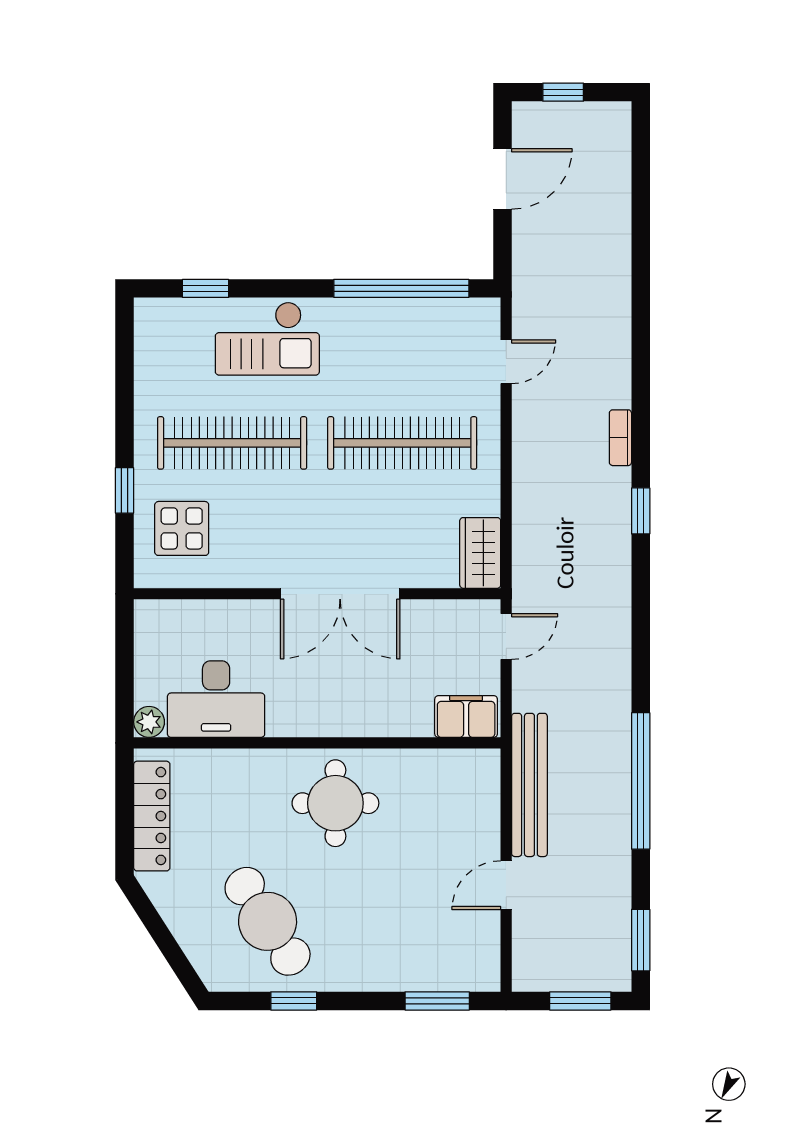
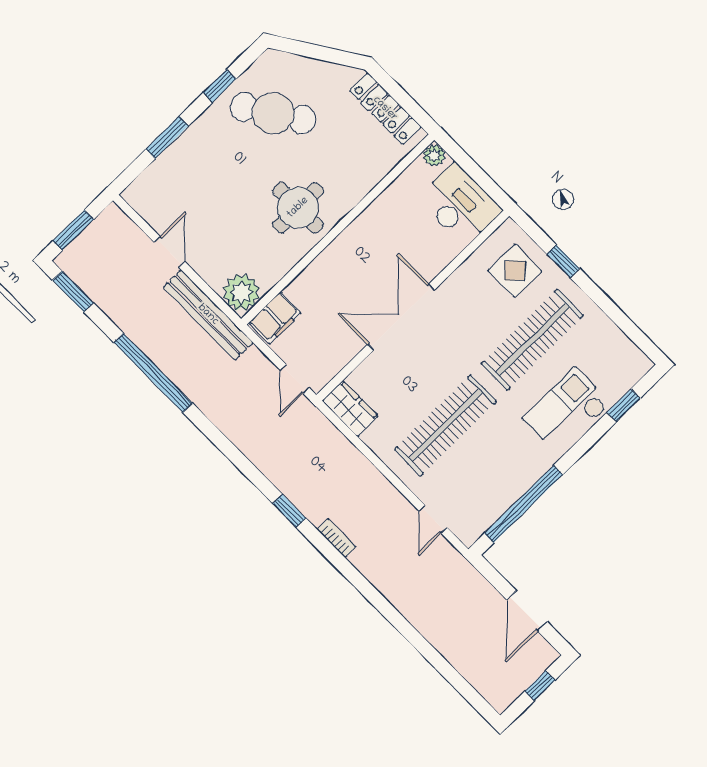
desk: (216, 699) -> (460, 205), moved, turned 90
plant: (474, 775) -> (241, 292), added
window: (437, 1001) -> (167, 138), moved

